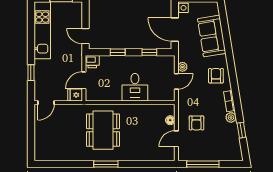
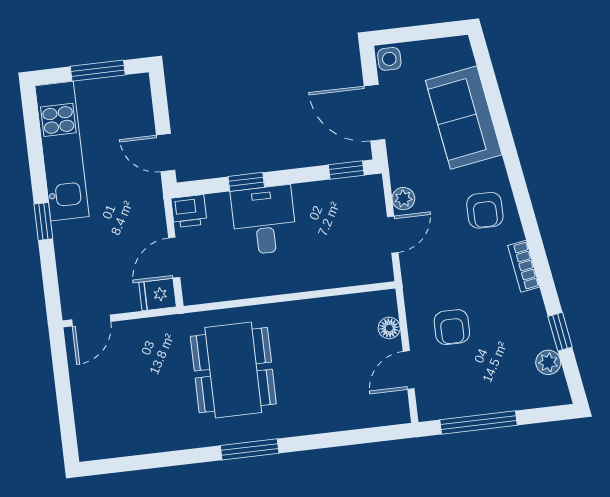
window: (149, 52) -> (346, 170), moved
window: (31, 73) -> (43, 221), moved
armchair: (216, 76) -> (485, 210), turned 180
desk: (135, 87) -> (264, 220), moved, turned 180
plant: (231, 117) -> (548, 362), moved

